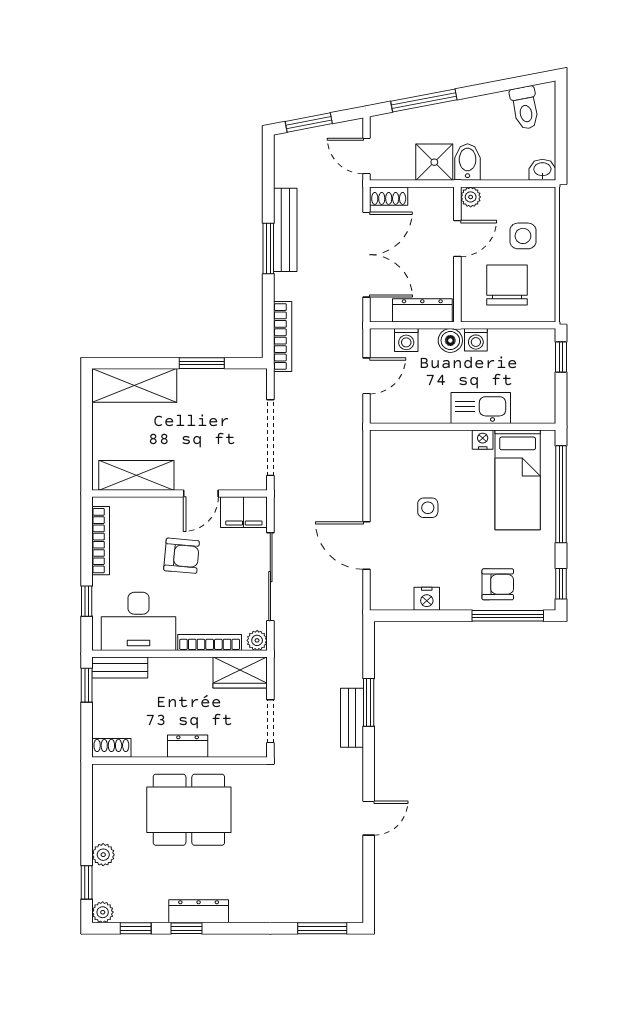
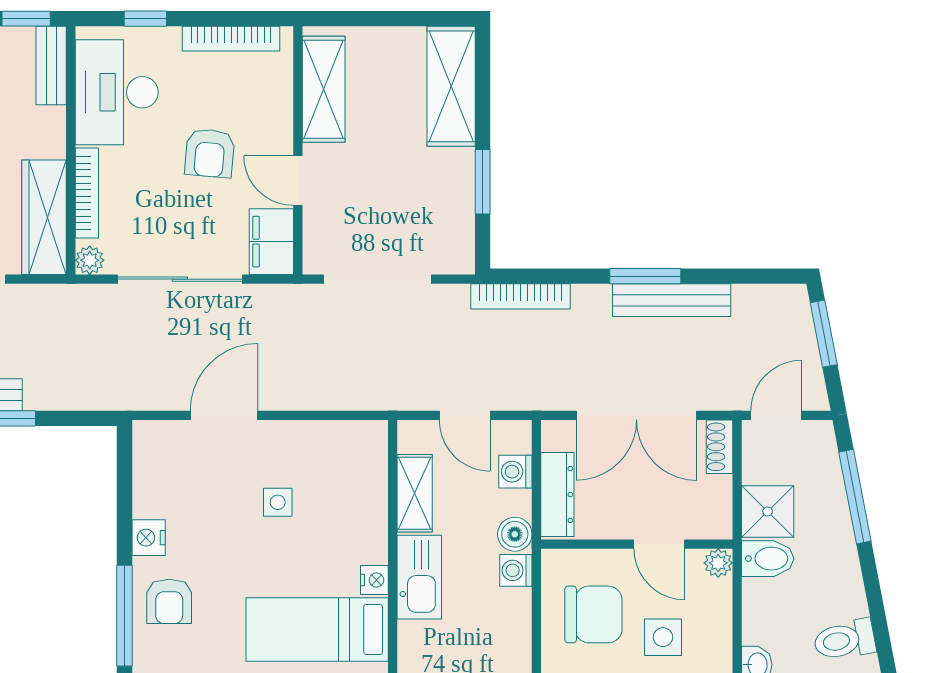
shelving: (421, 411) -> (415, 493), added
nightstand: (427, 599) -> (149, 538), moved
wardrobe: (240, 673) -> (44, 217), width x1.50

